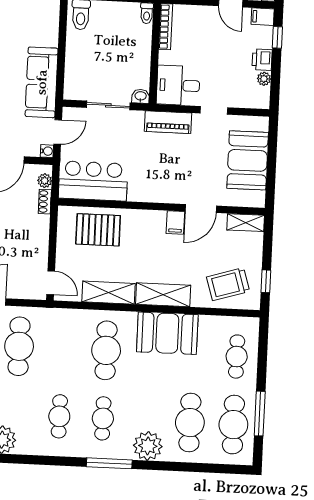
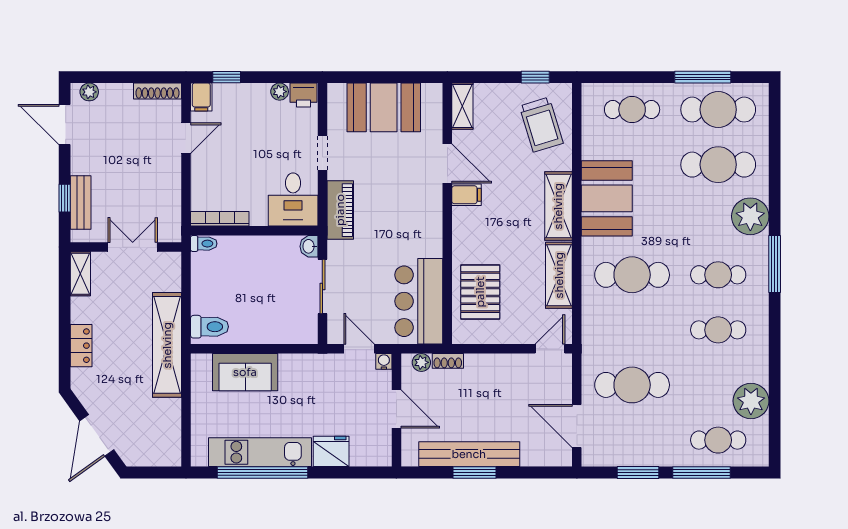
printer: (262, 60) -> (304, 95), moved
sofa: (42, 82) -> (245, 372), moved, width x0.73

